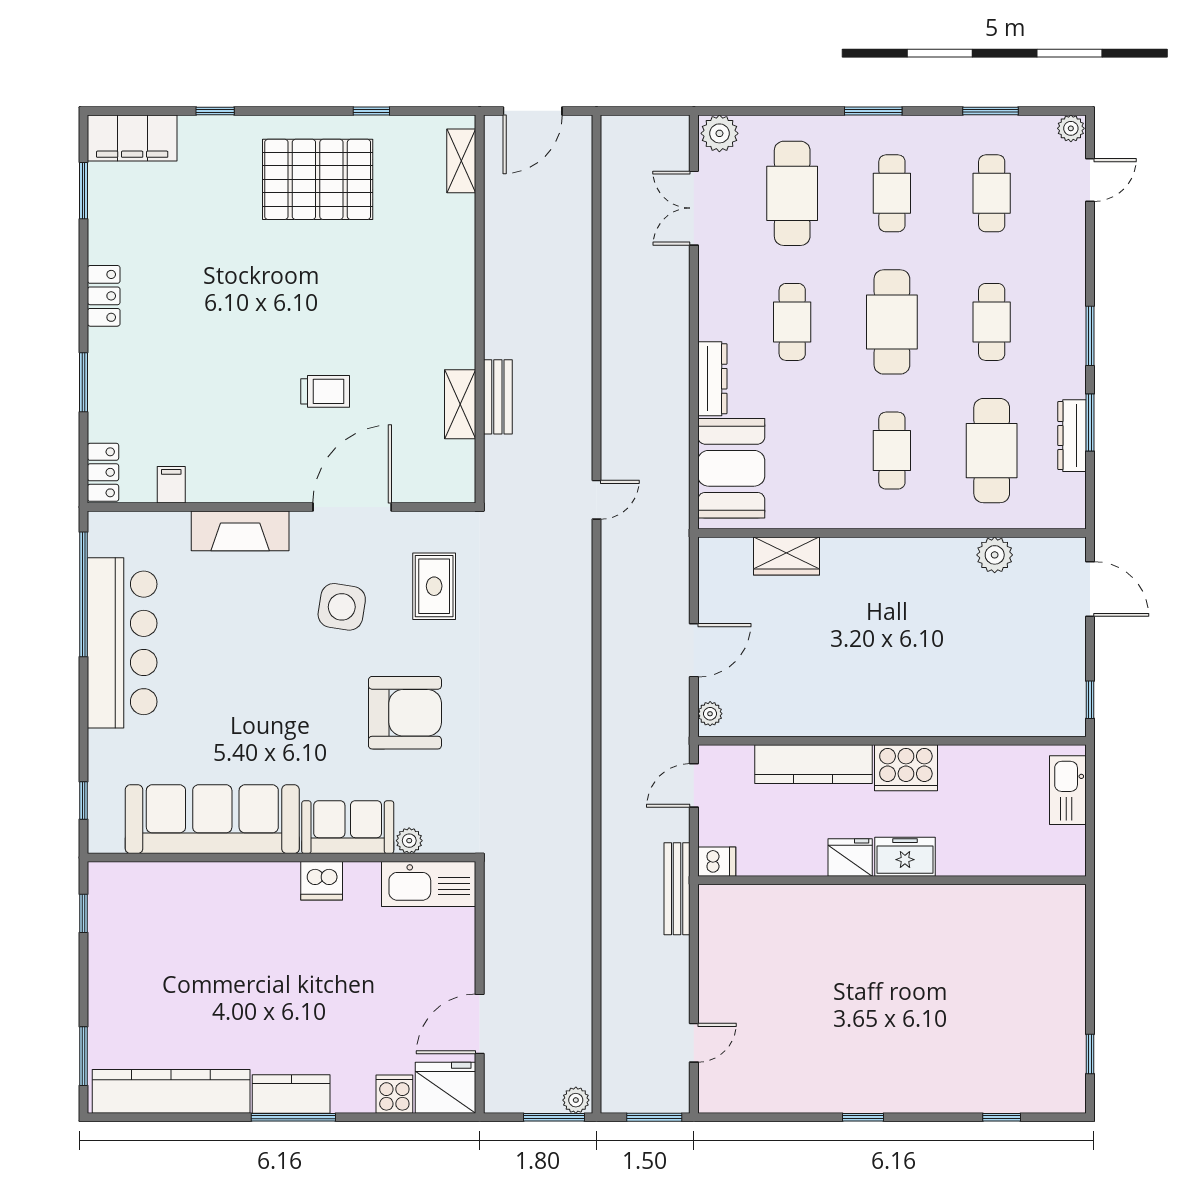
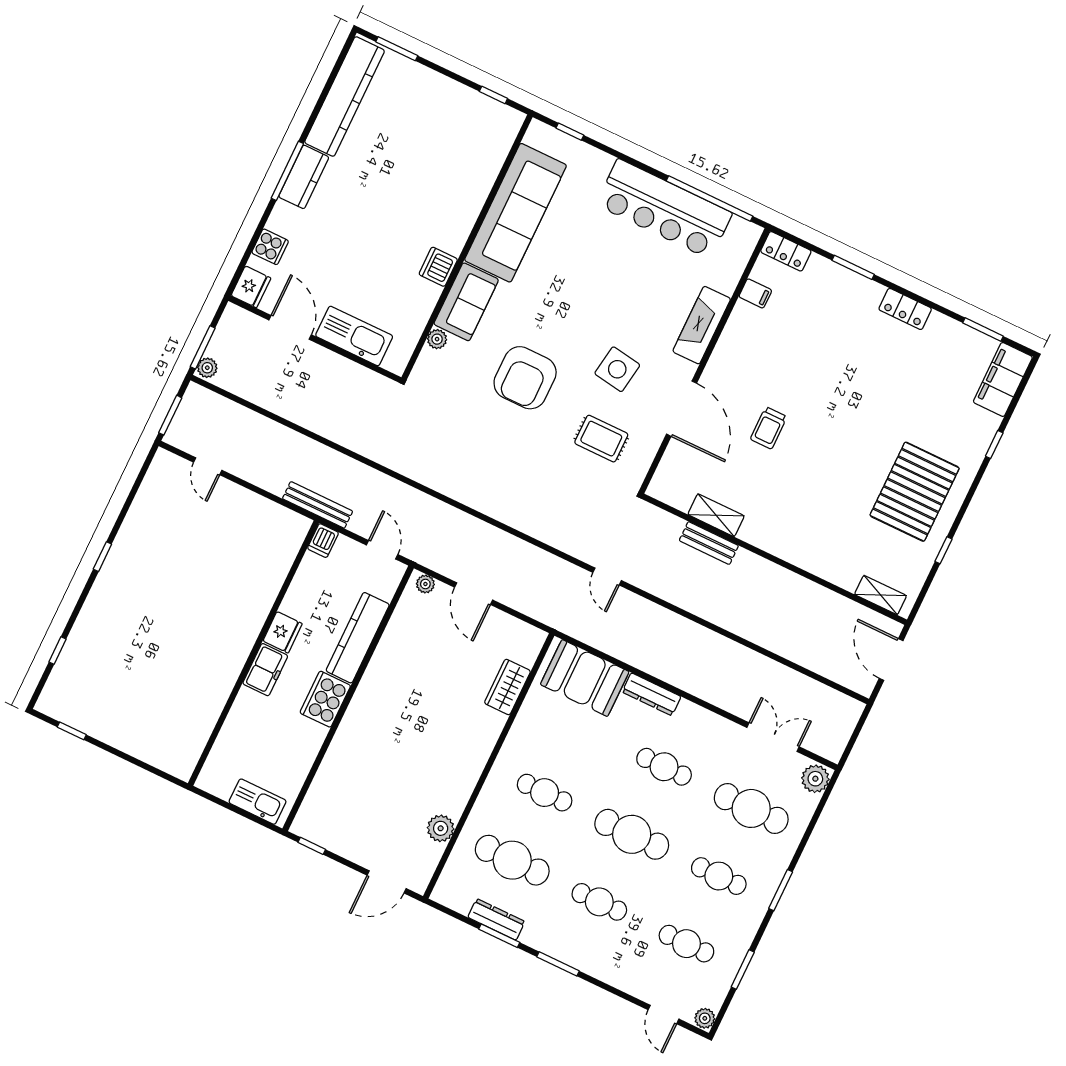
kitchen sink: (429, 884) -> (354, 336), moved, turned 90
fridge: (446, 1088) -> (251, 287), width x0.73, depth x0.75

